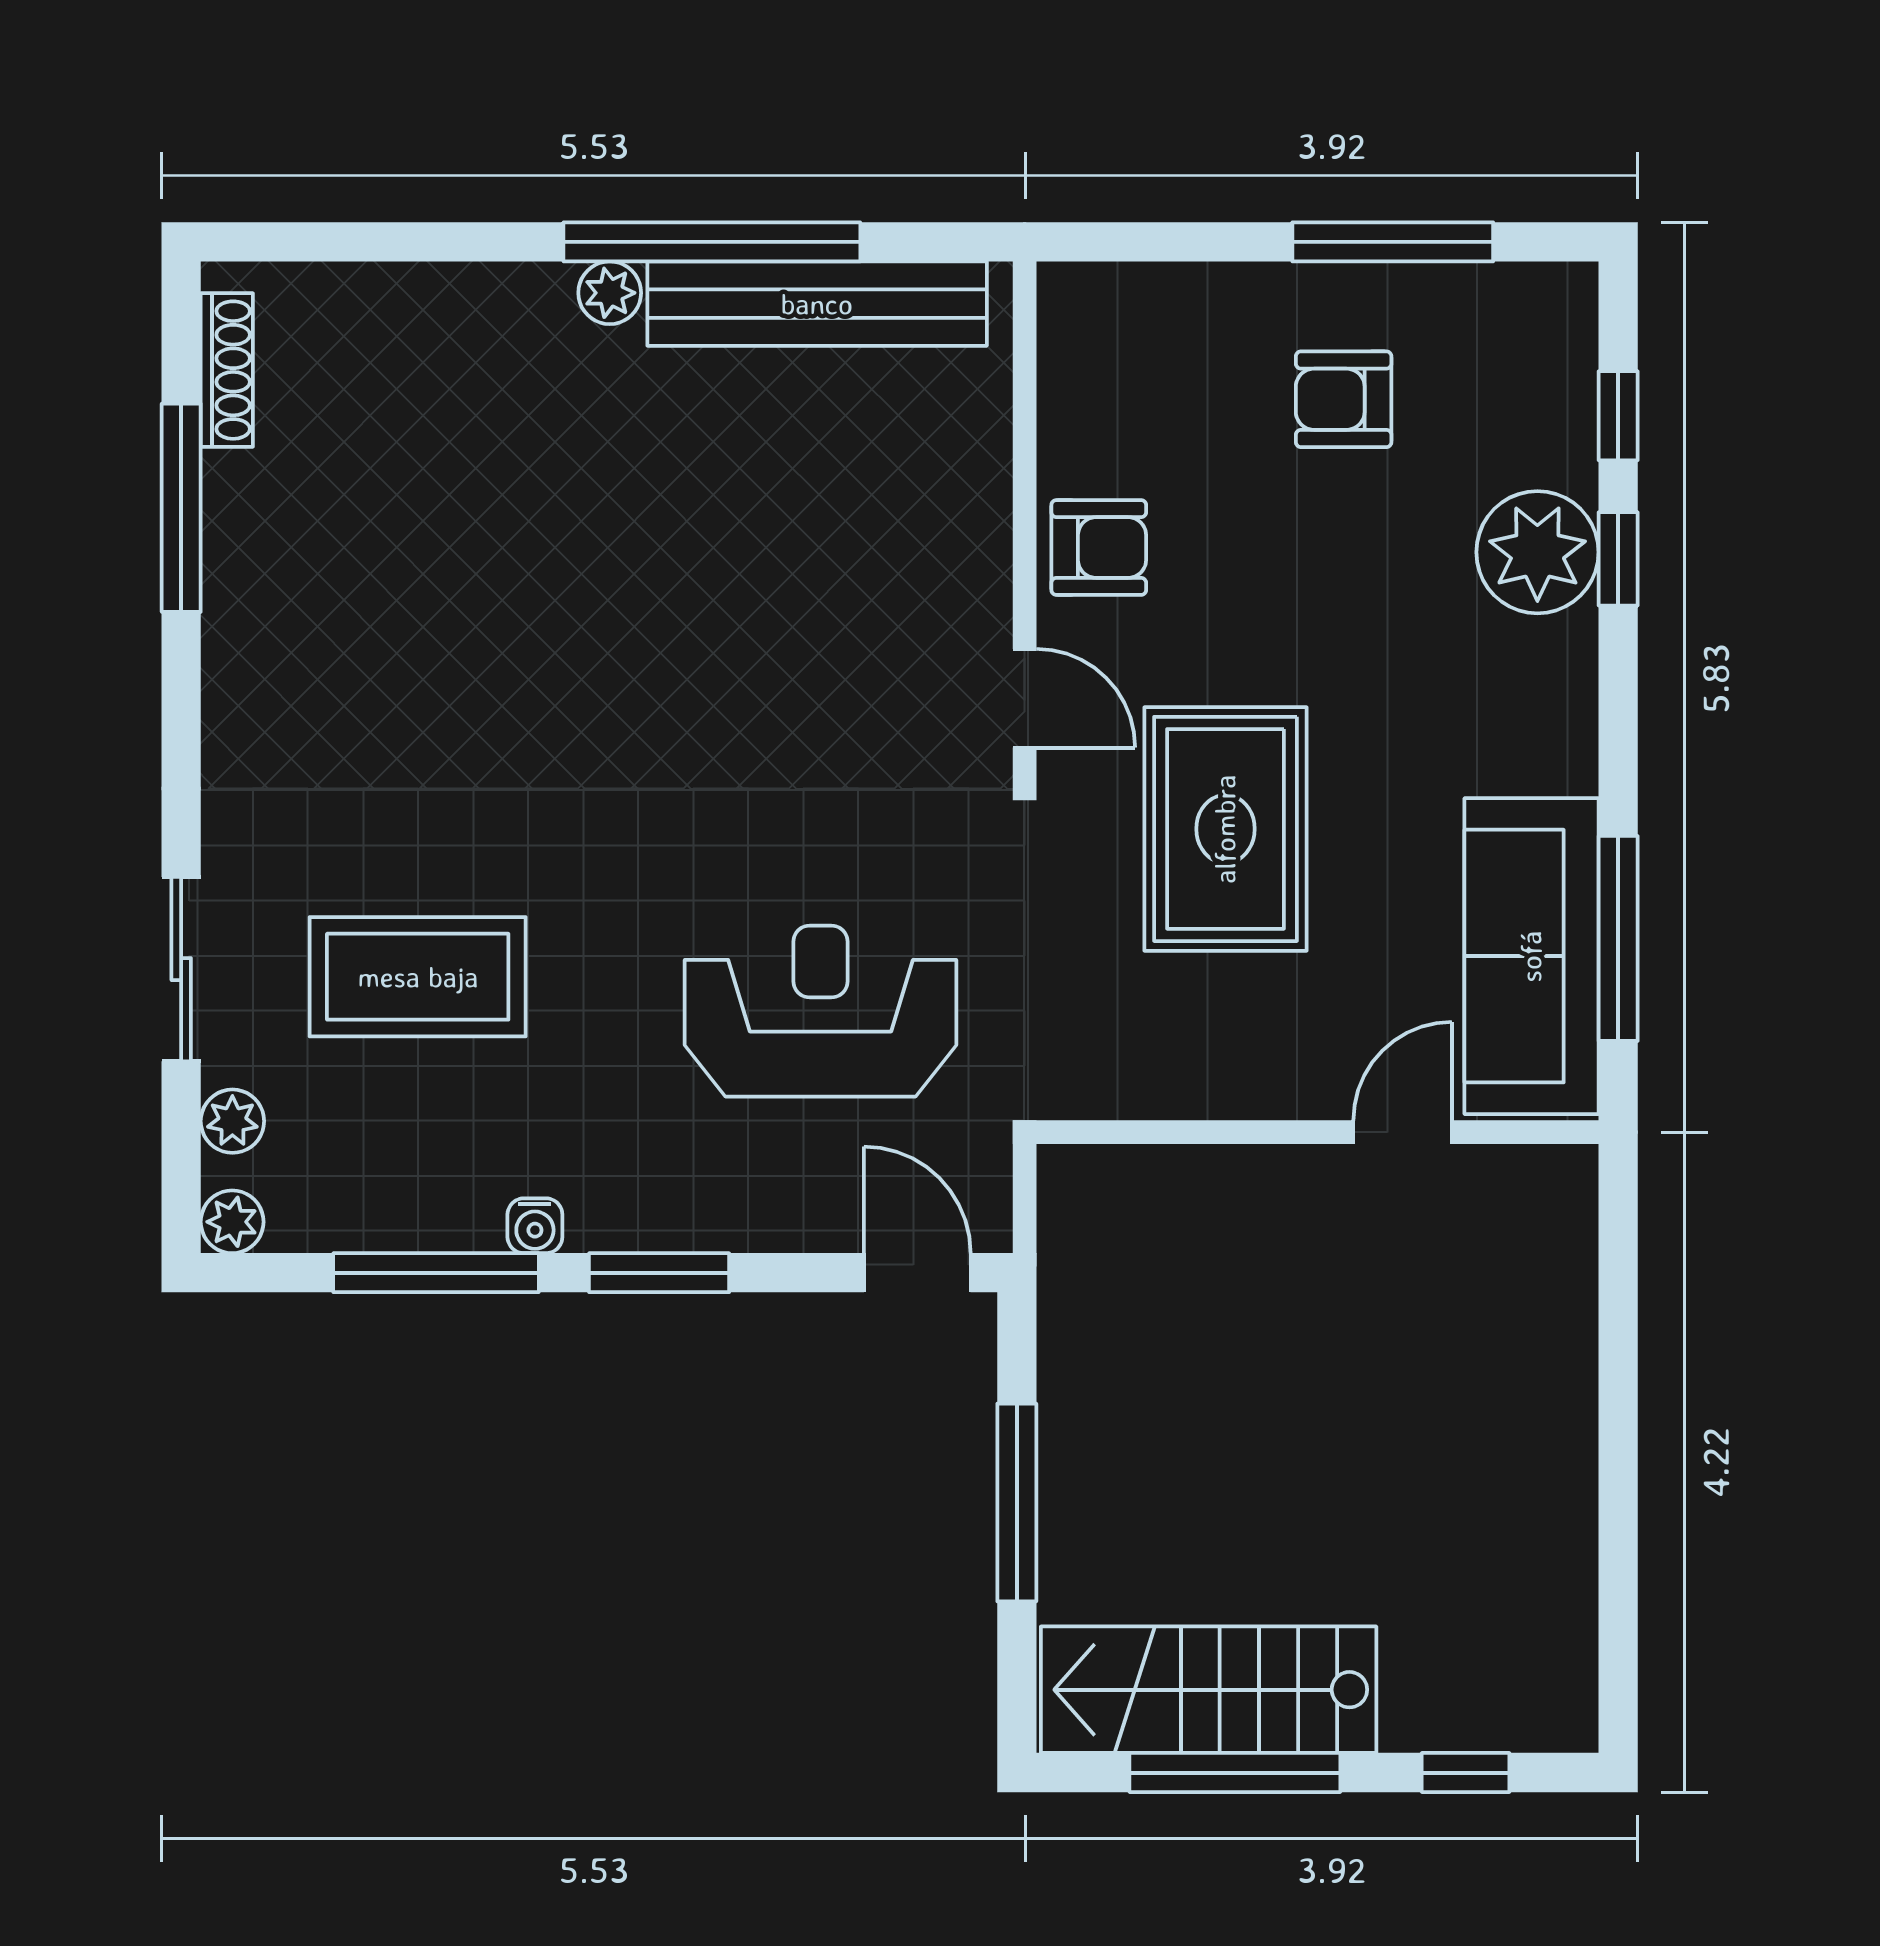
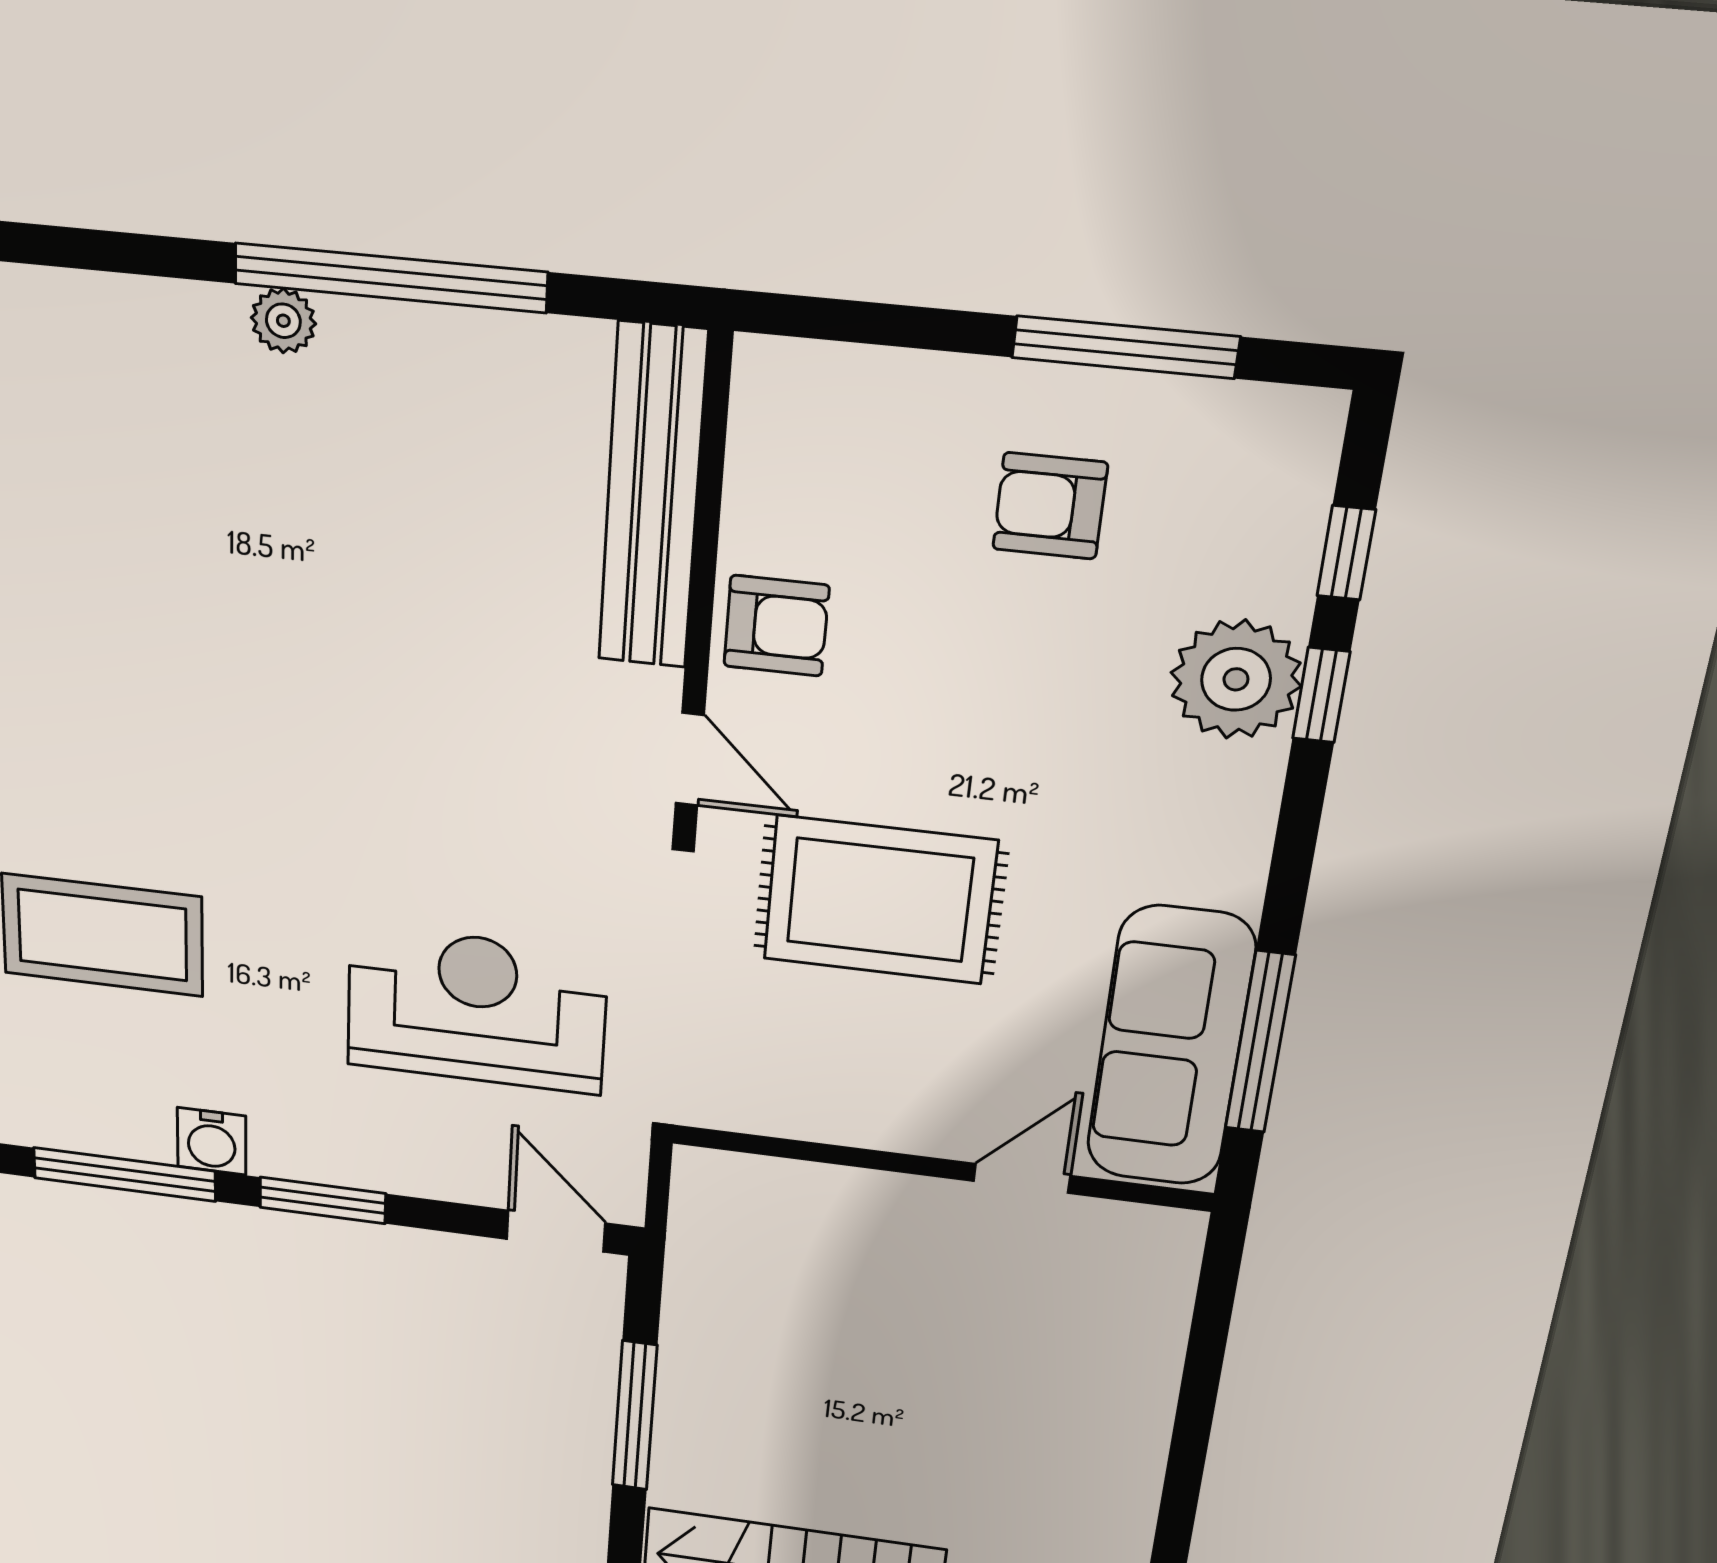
bench: (817, 304) -> (652, 498), moved, turned 90
rug: (1225, 829) -> (880, 900), turned 90
water cooler: (535, 1226) -> (212, 1141), width x1.38, depth x1.38

